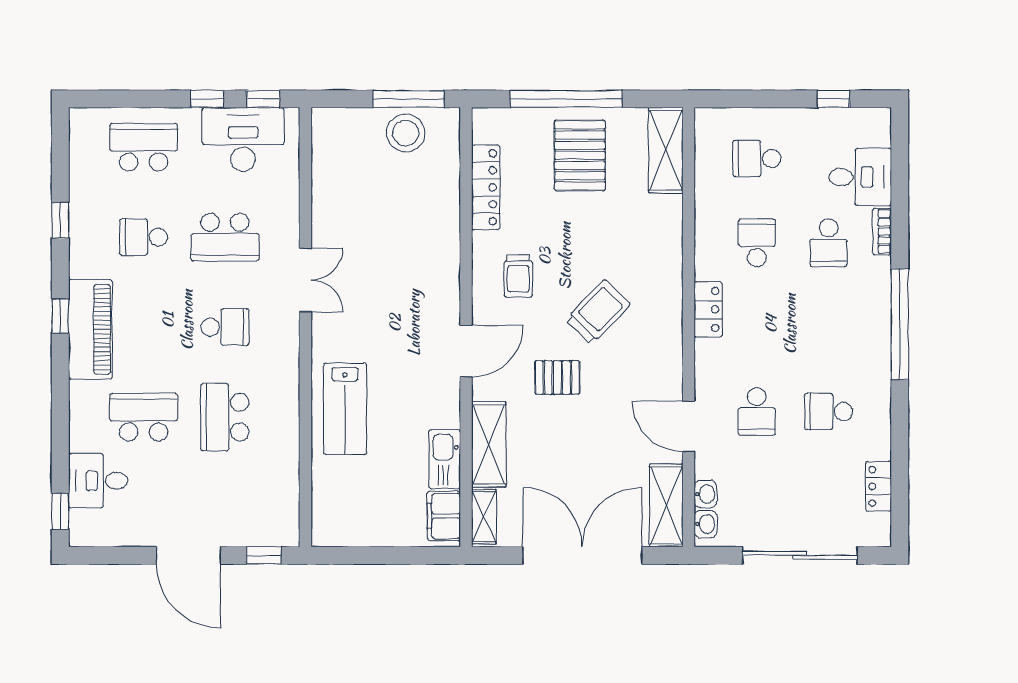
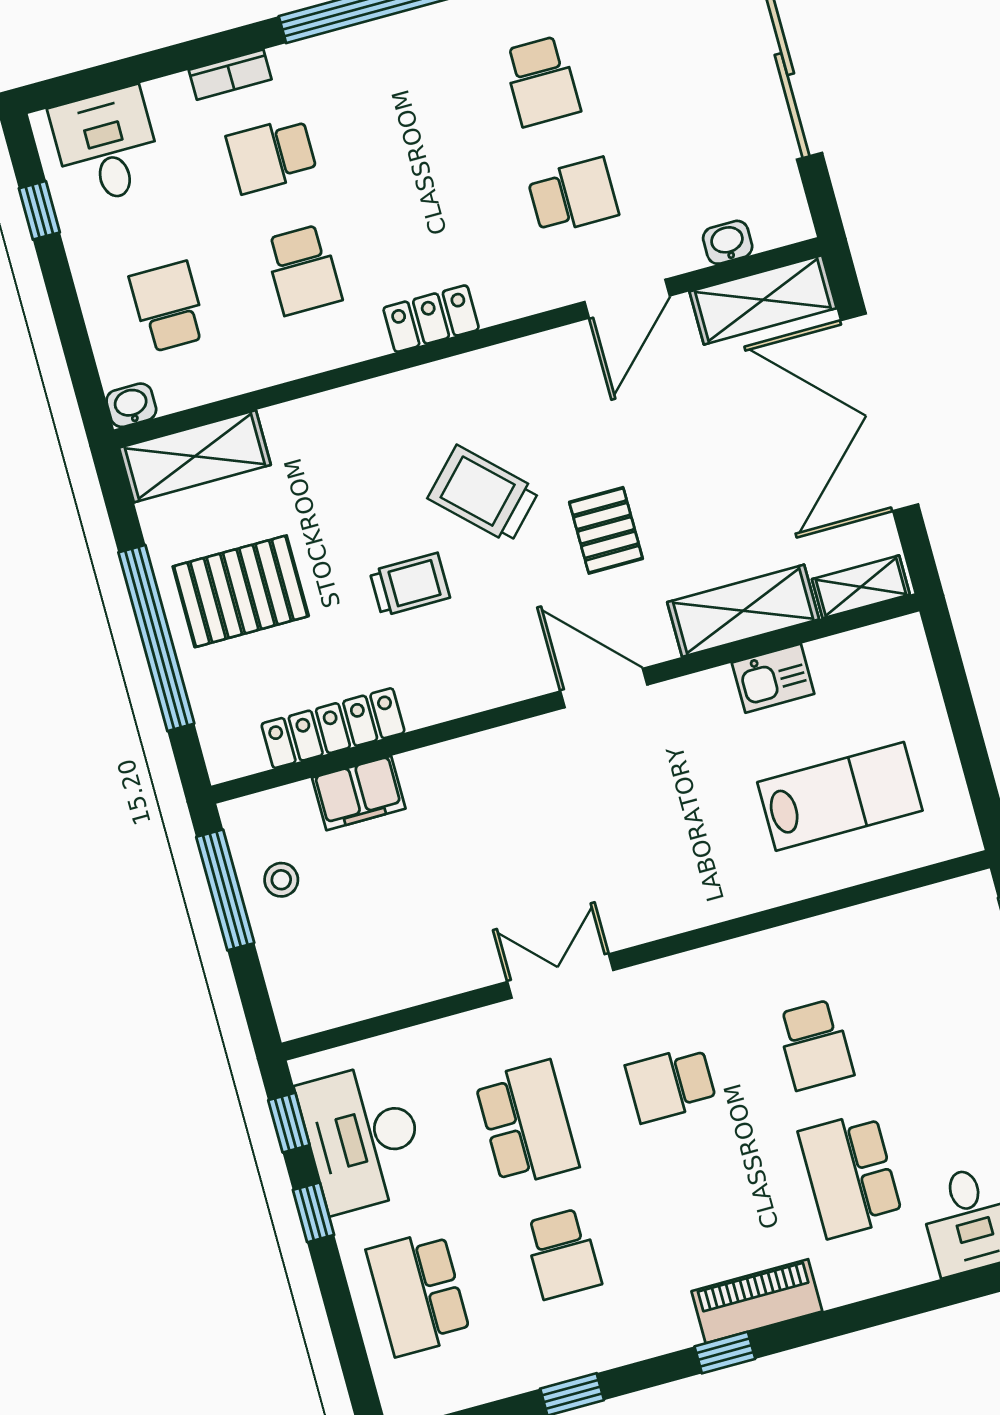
stool: (406, 133) -> (281, 880), width x0.53, depth x0.53
school desk: (757, 158) -> (168, 307), turned 180
desk: (860, 177) -> (106, 146), moved
school desk: (757, 243) -> (303, 270), turned -90
school desk: (829, 243) -> (272, 155), turned 180
trolley: (518, 276) -> (410, 584), moved
school desk: (225, 327) -> (671, 1084), turned -90
piano: (90, 329) -> (757, 1301), width x0.73, depth x0.75
lab bench: (345, 409) -> (840, 796), moved
school desk: (225, 417) -> (815, 1045), width x0.54
kitchen sink: (445, 459) -> (773, 678), width x0.73
filing cabinet: (444, 516) -> (359, 793), moved
washbasin: (705, 524) -> (131, 405), moved

